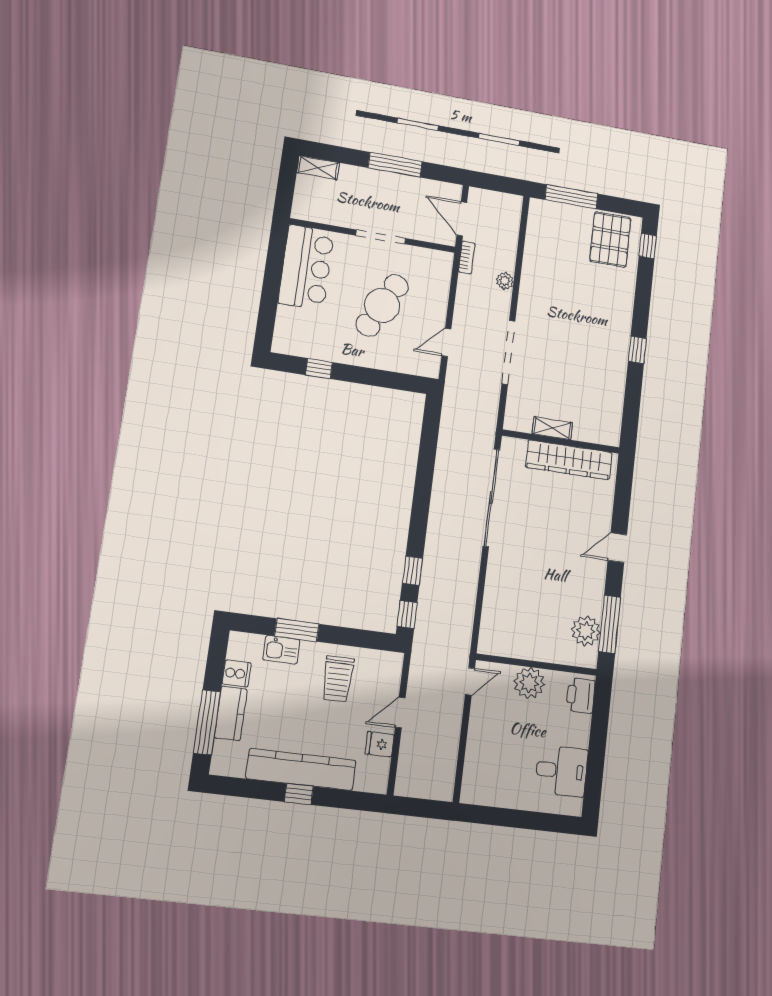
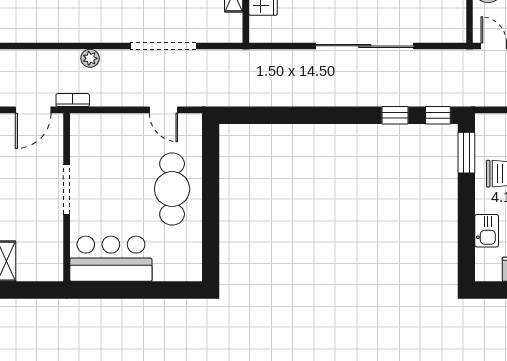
cafe table: (382, 305) -> (172, 189), moved, turned 63
window: (319, 369) -> (211, 232), removed
sliding door: (491, 498) -> (365, 46), moved
window: (297, 630) -> (466, 153), moved

